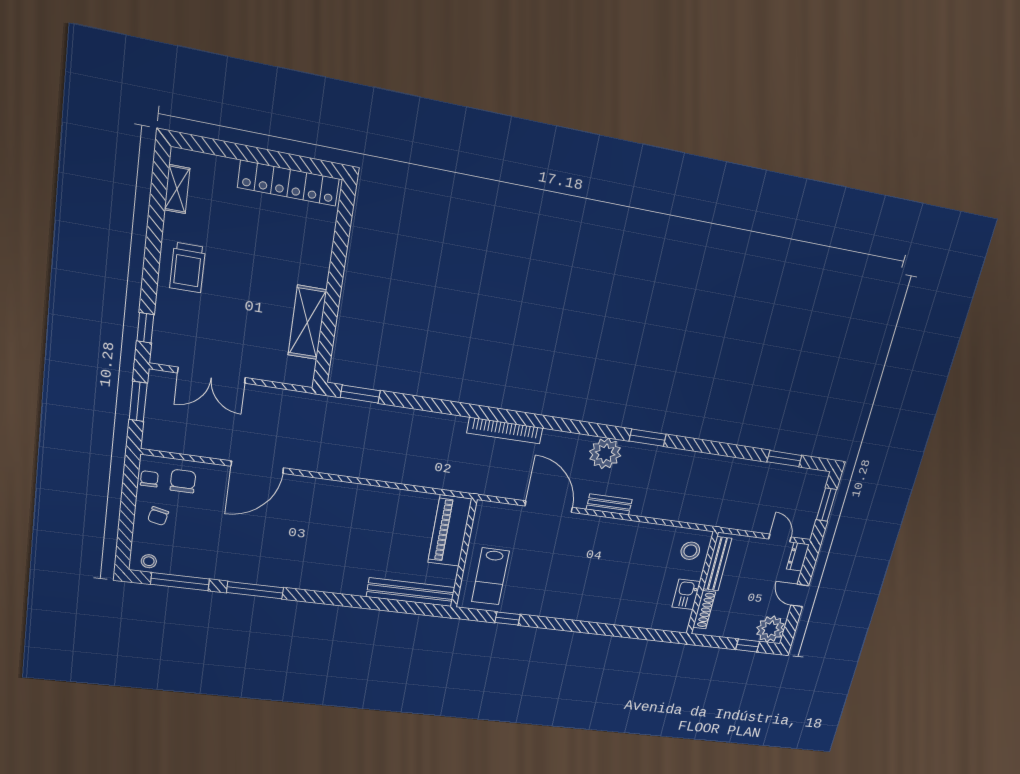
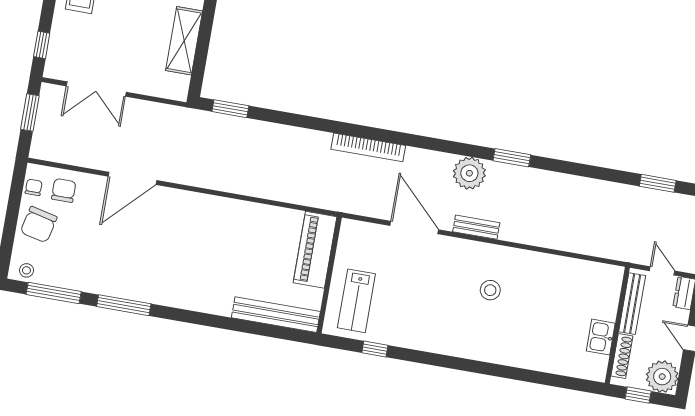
chair: (158, 516) -> (39, 225), width x1.87, depth x1.87
stool: (690, 551) -> (490, 290), moved
bench: (717, 564) -> (632, 304), moved
wall: (702, 583) -> (617, 325), moved
kitchen sink: (686, 594) -> (601, 337), moved
shoe rack: (704, 610) -> (622, 356), moved

